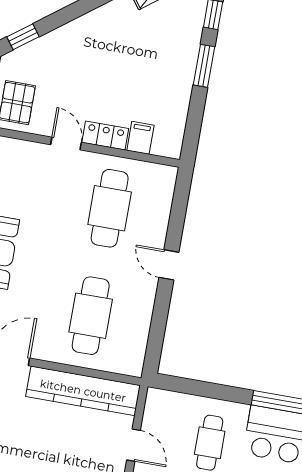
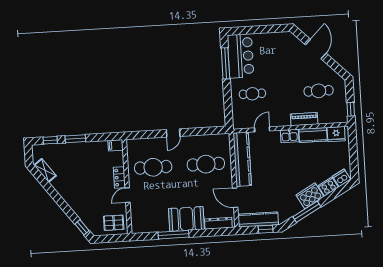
filing cabinet: (140, 138) -> (116, 145), moved

